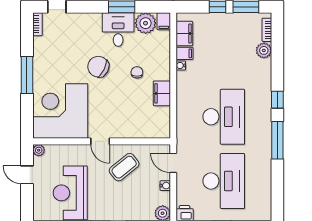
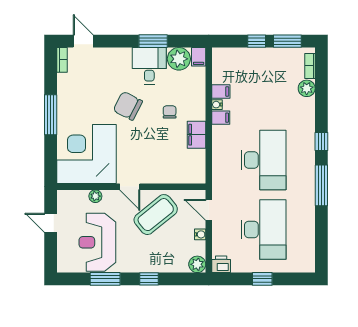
filing cabinet: (184, 34) -> (221, 118), moved, width x0.50
plant: (39, 150) -> (95, 196), moved
coffee table: (124, 167) -> (156, 215), width x1.36, depth x1.32

